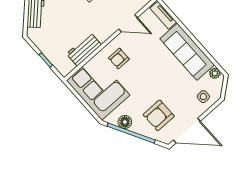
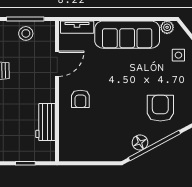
corner sofa: (98, 88) -> (90, 139), removed
armchair: (159, 115) -> (160, 108), turned 180

